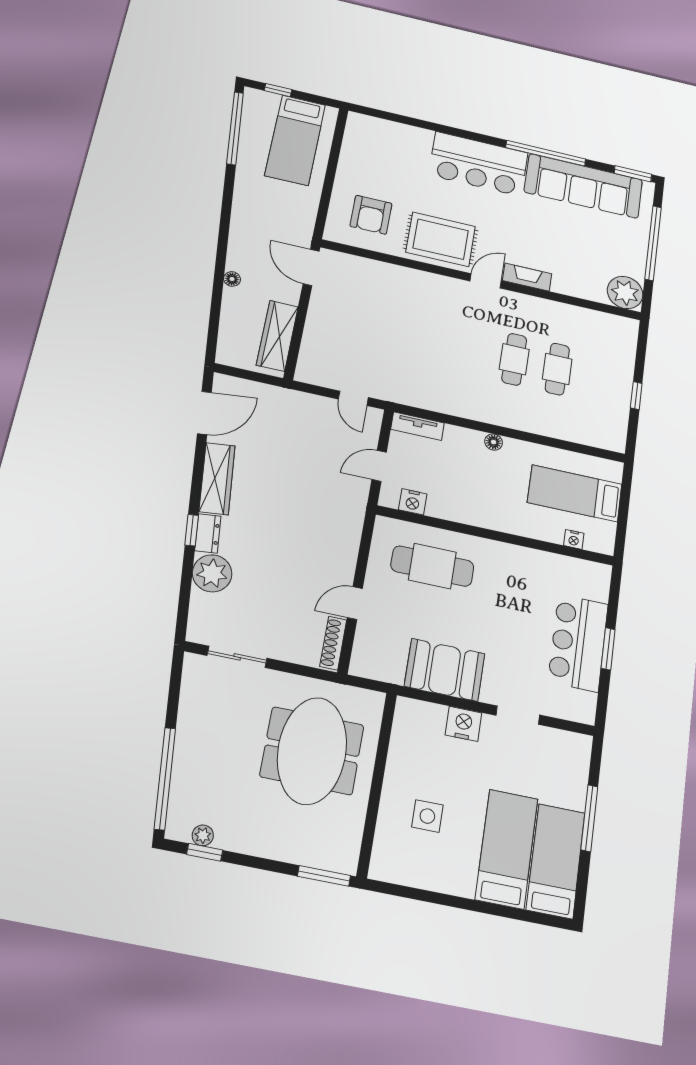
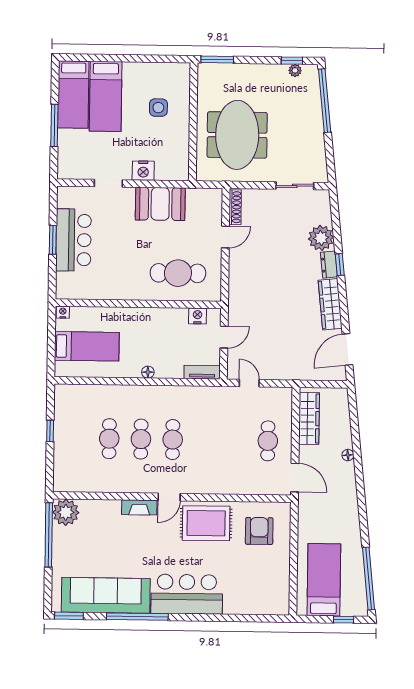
window: (653, 243) -> (49, 535), moved
cafe table: (340, 320) -> (268, 441), added
cafe table: (471, 350) -> (173, 440), added
nightstand: (574, 539) -> (63, 312), moved

